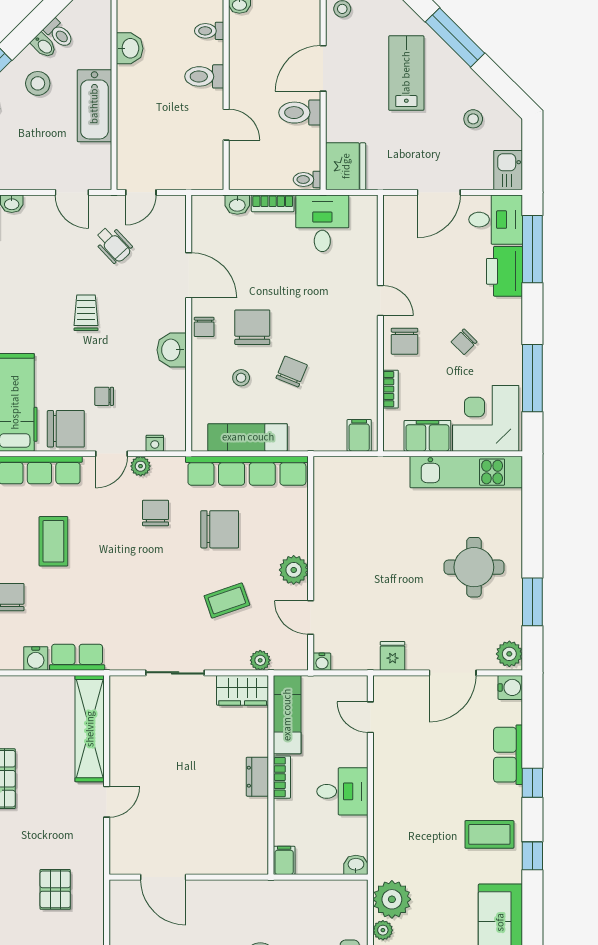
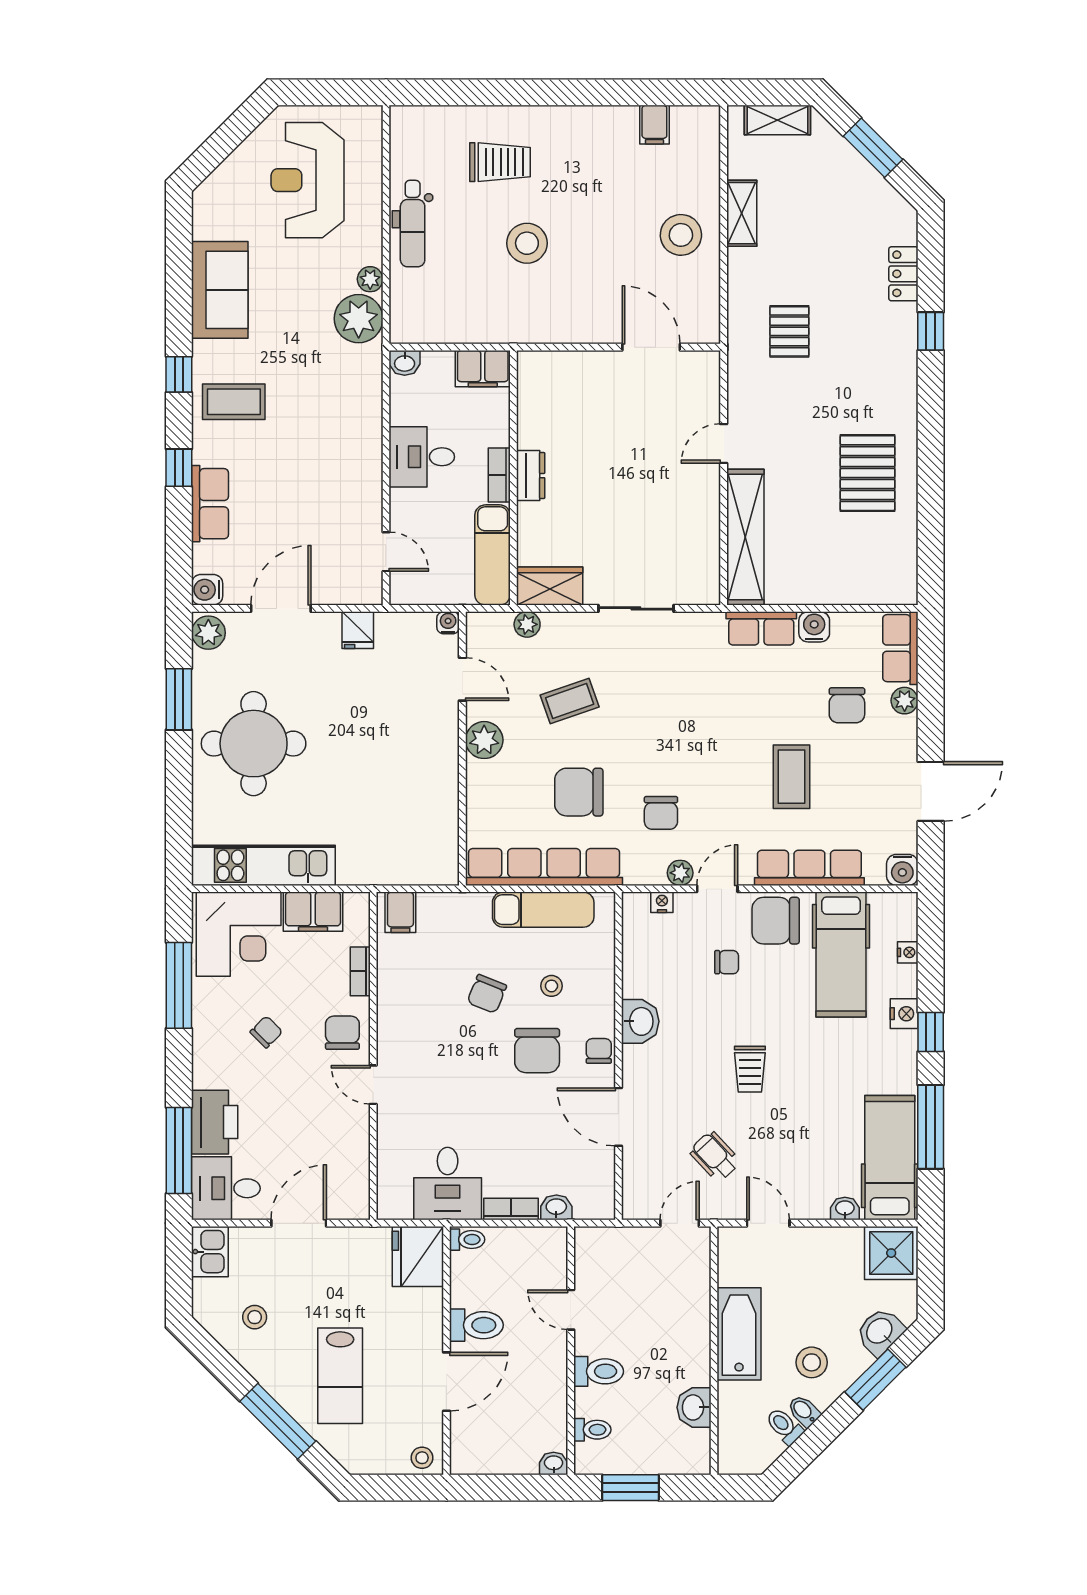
round table: (474, 567) -> (254, 744), width x1.36, depth x1.36
filing cabinet: (284, 860) -> (483, 369), width x2.00

